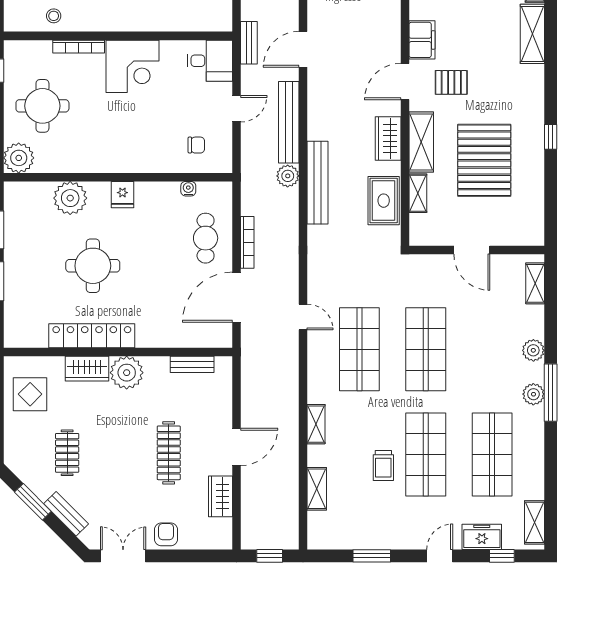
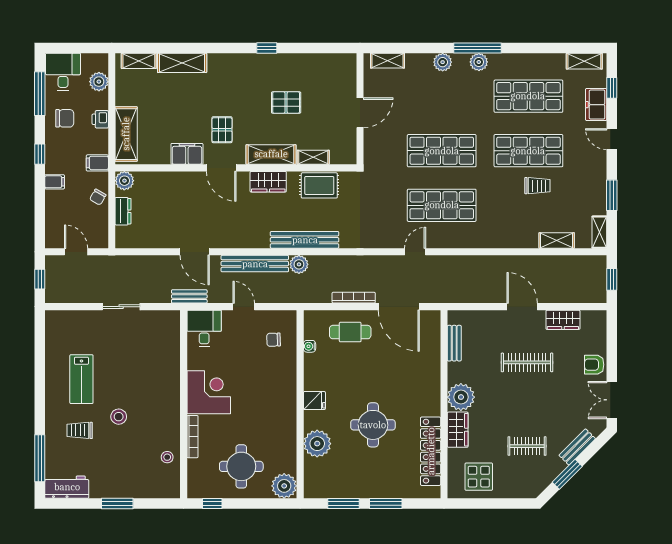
chair: (196, 145) -> (274, 340), turned -92
pallet: (484, 160) -> (286, 103), width x0.49, depth x0.50
locker: (92, 336) -> (431, 451), moved
shelving: (316, 424) -> (599, 232), moved, turned 90

